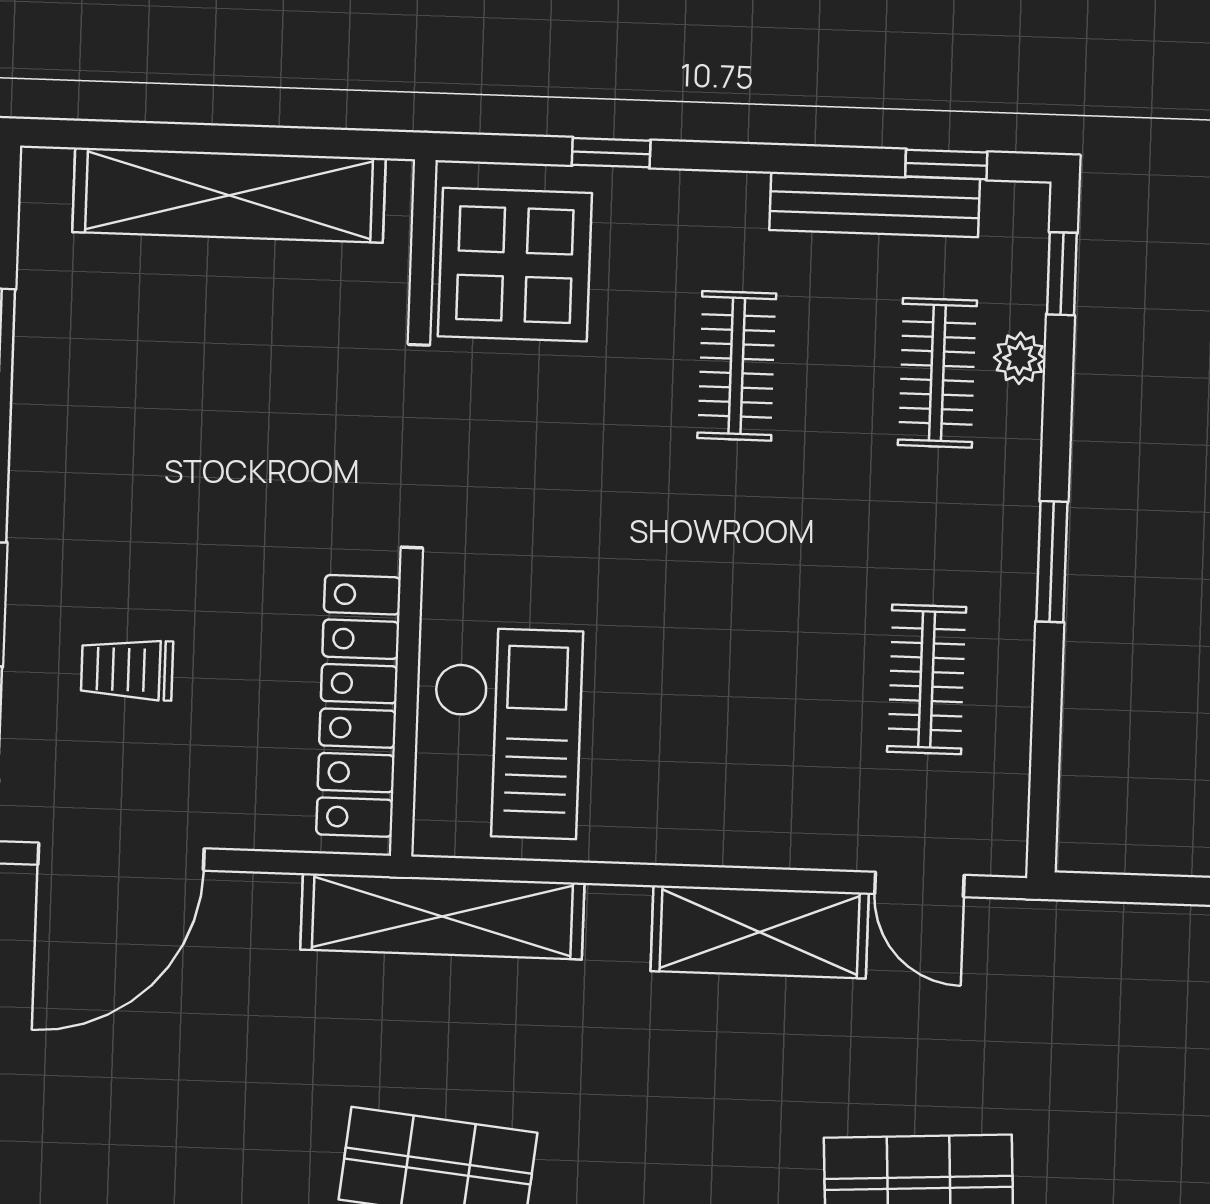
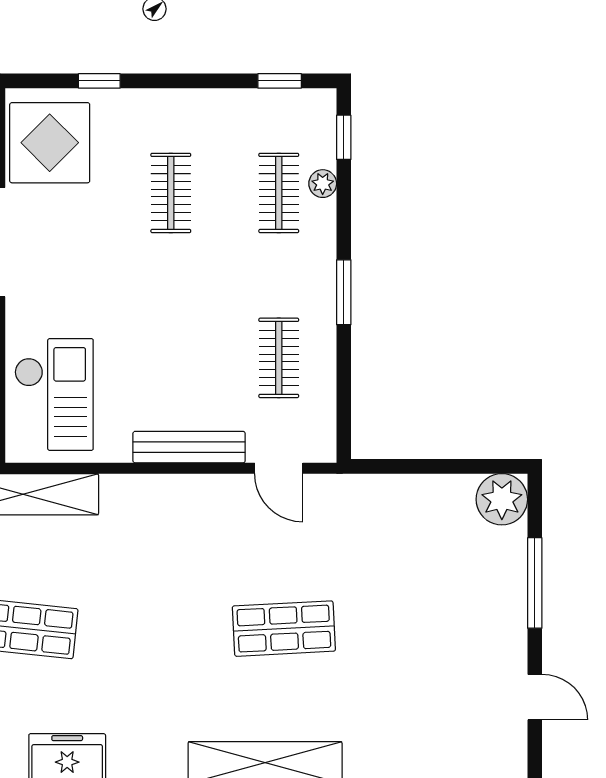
bench: (875, 205) -> (189, 447), moved
shelving: (760, 932) -> (194, 497), removed

